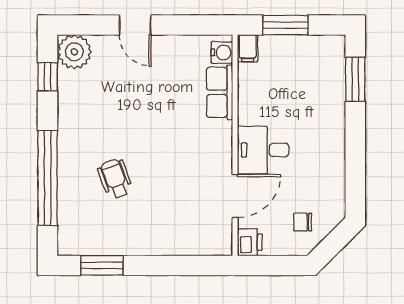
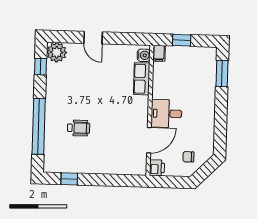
window: (285, 25) -> (182, 40), width x0.67
wheelchair: (115, 179) -> (79, 128), turned 110
window: (102, 265) -> (69, 179), width x0.67

